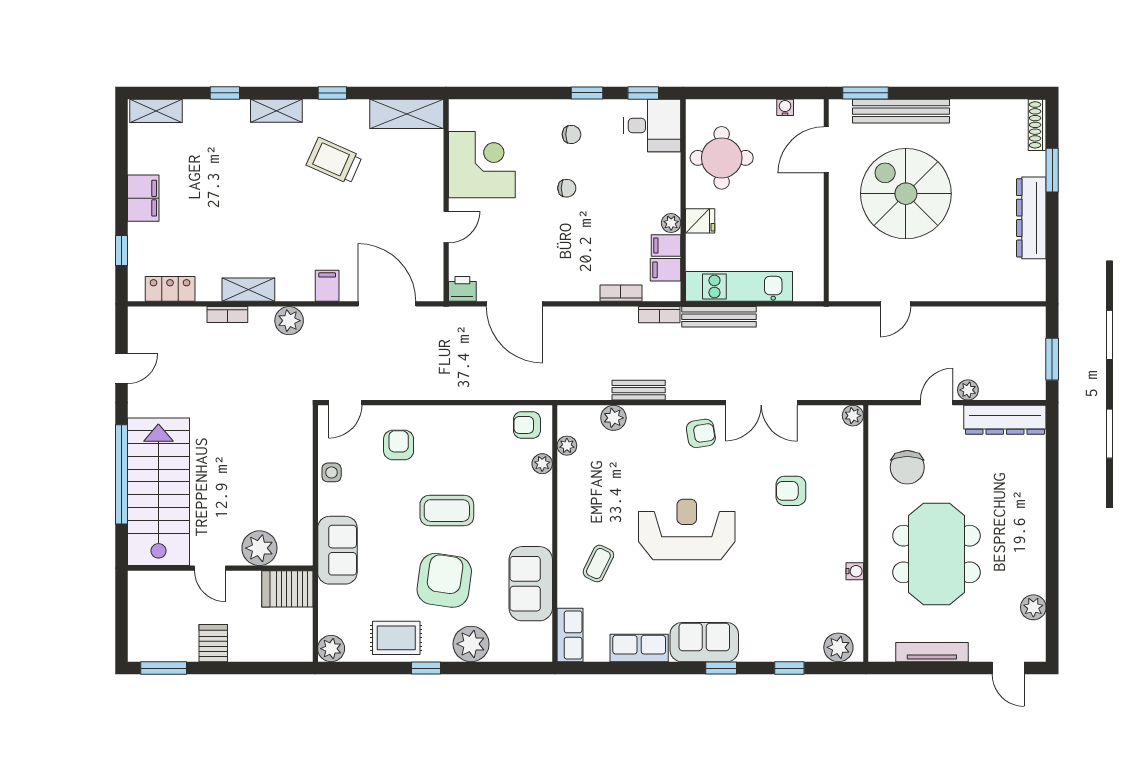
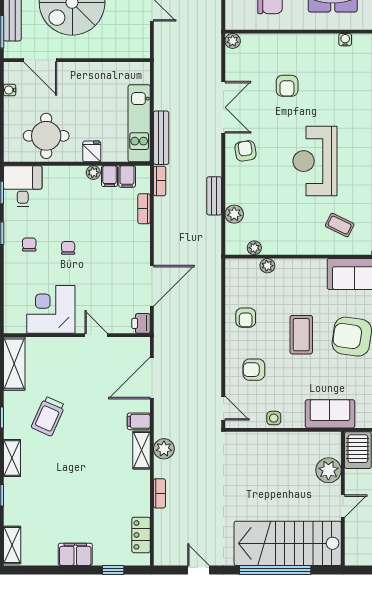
shelving: (248, 290) -> (141, 450), moved
armchair: (527, 425) -> (246, 318), moved

